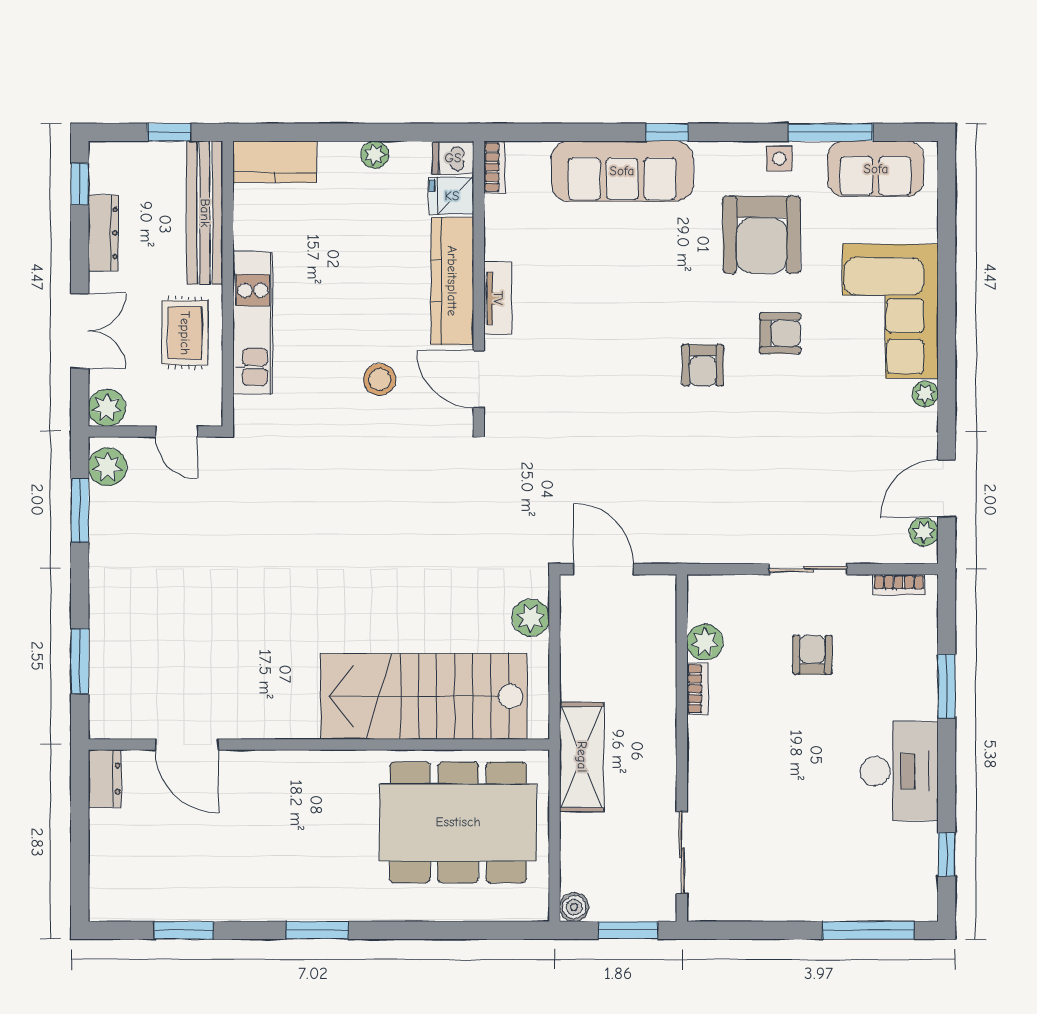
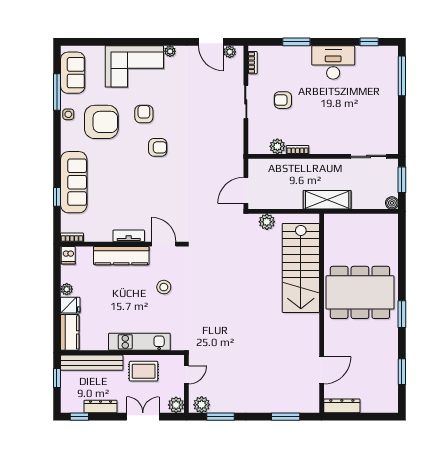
window: (667, 132) -> (57, 197), moved
fridge: (452, 196) -> (70, 305), moved, turned -90
door: (479, 379) -> (164, 244), swing flipped
dresser: (105, 779) -> (342, 406), width x1.44
dining table: (458, 822) -> (360, 292), moved, turned 90

